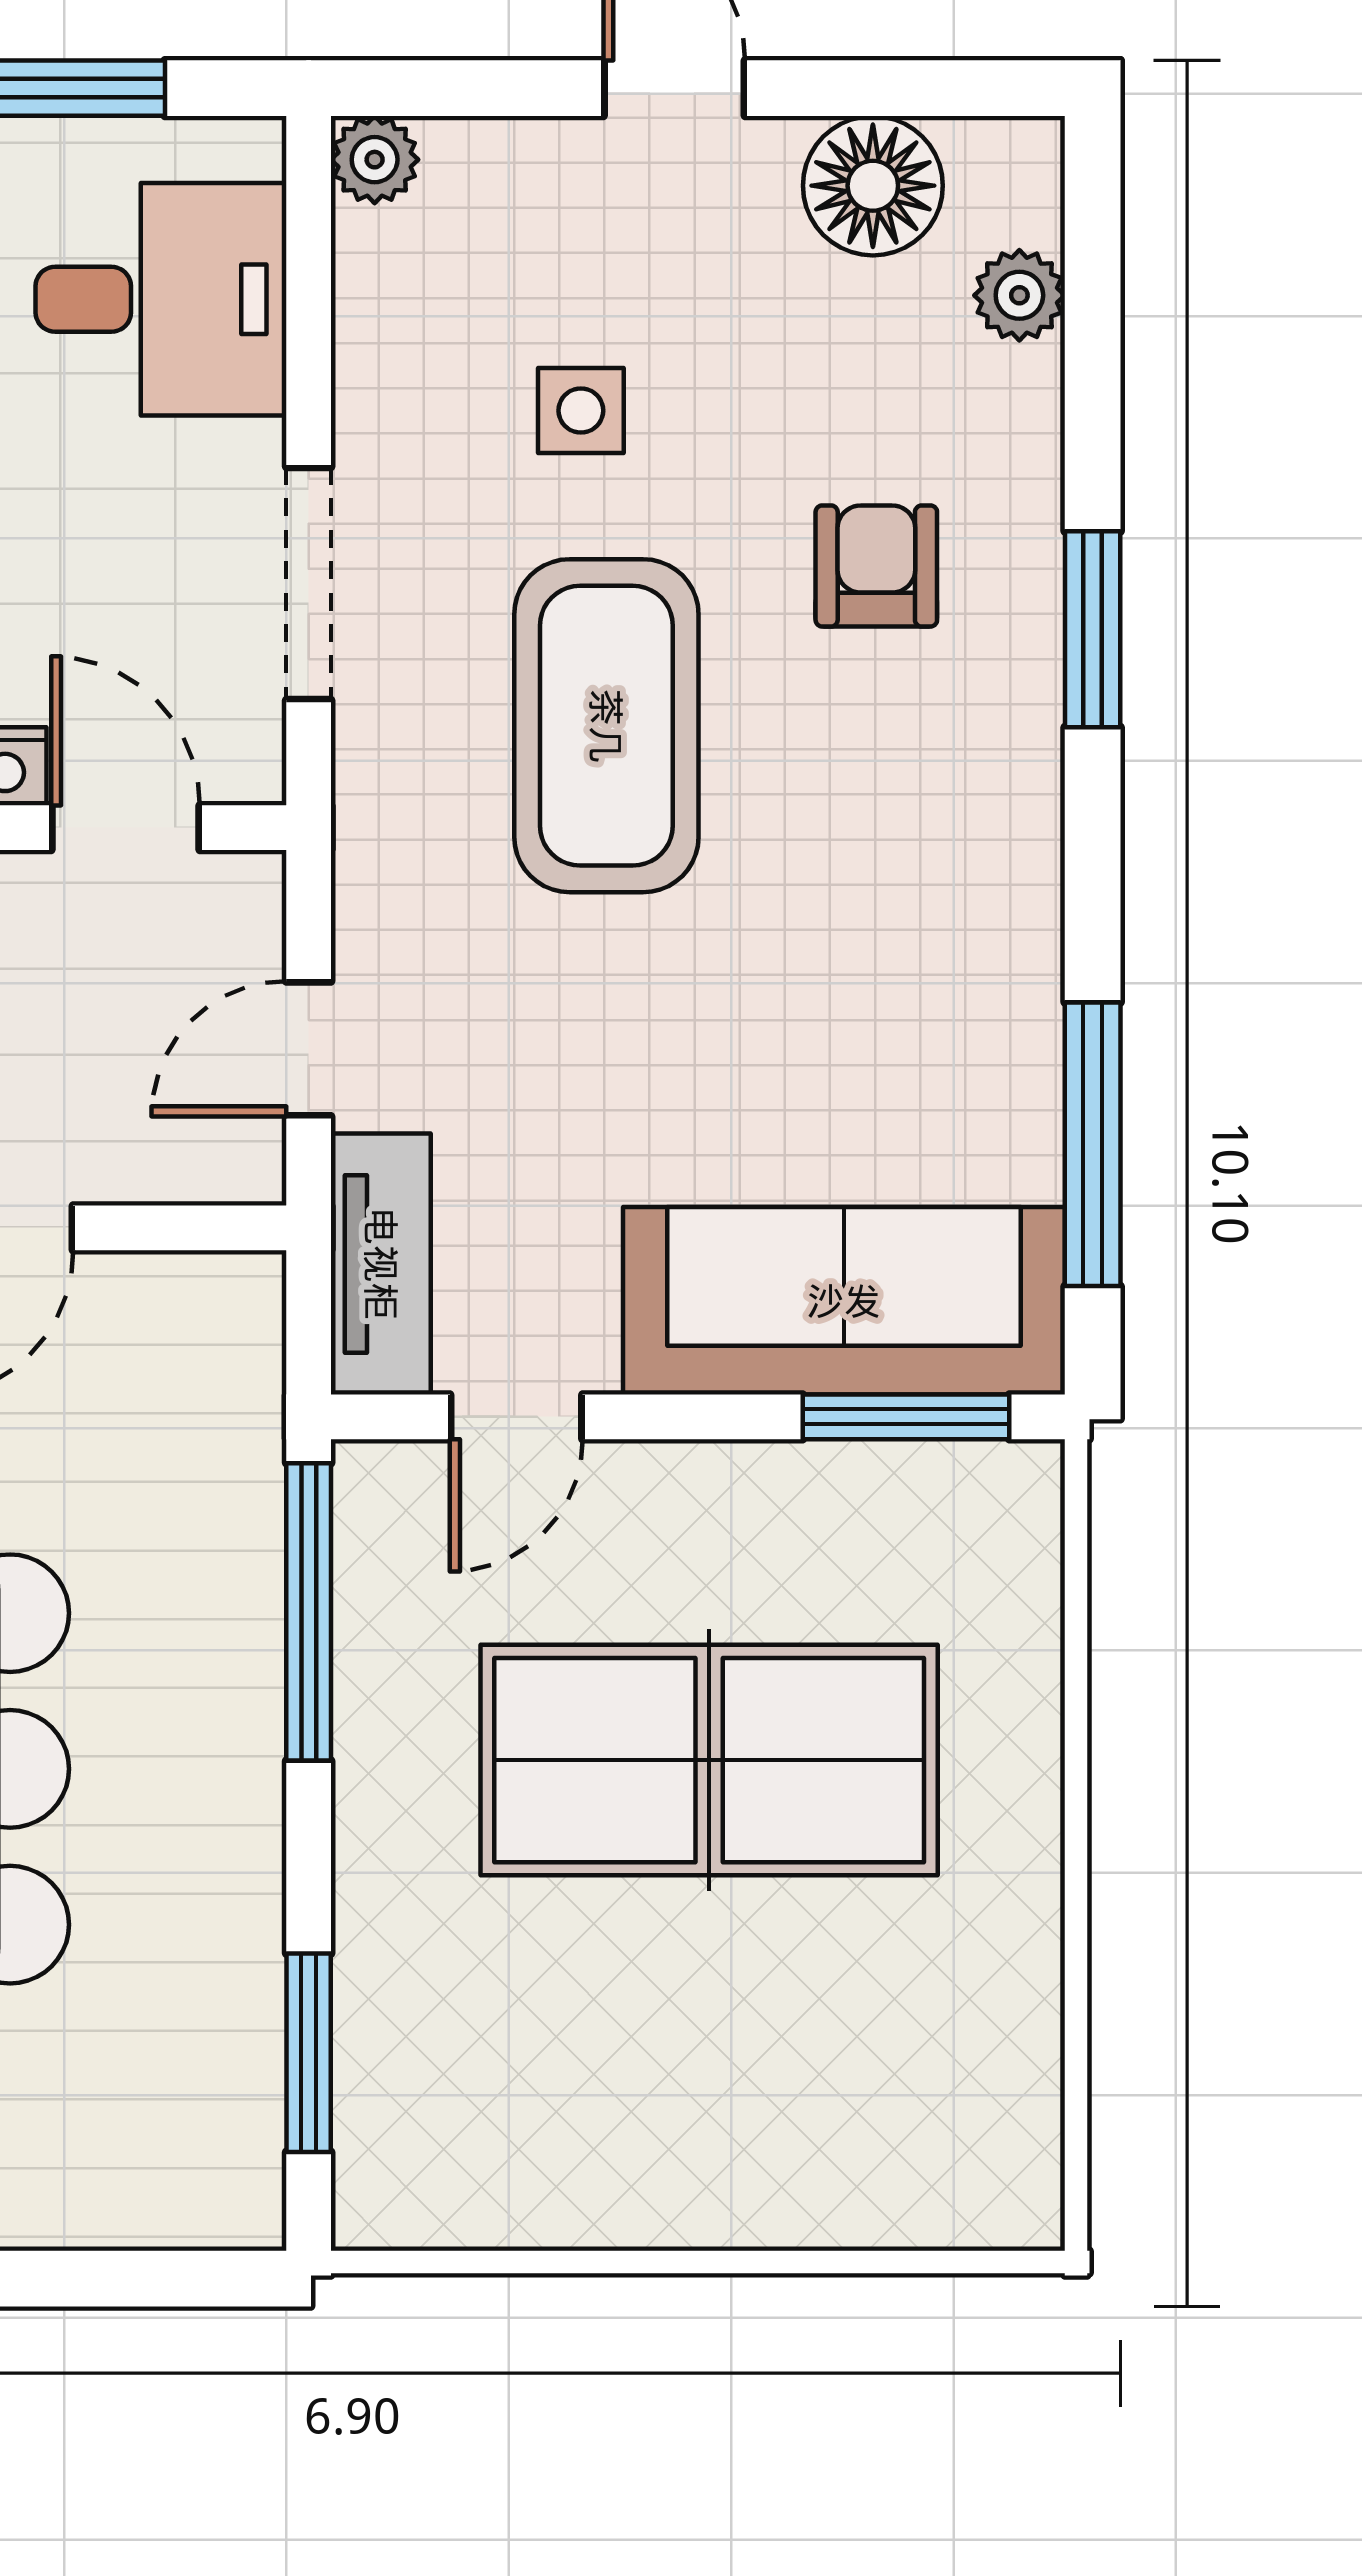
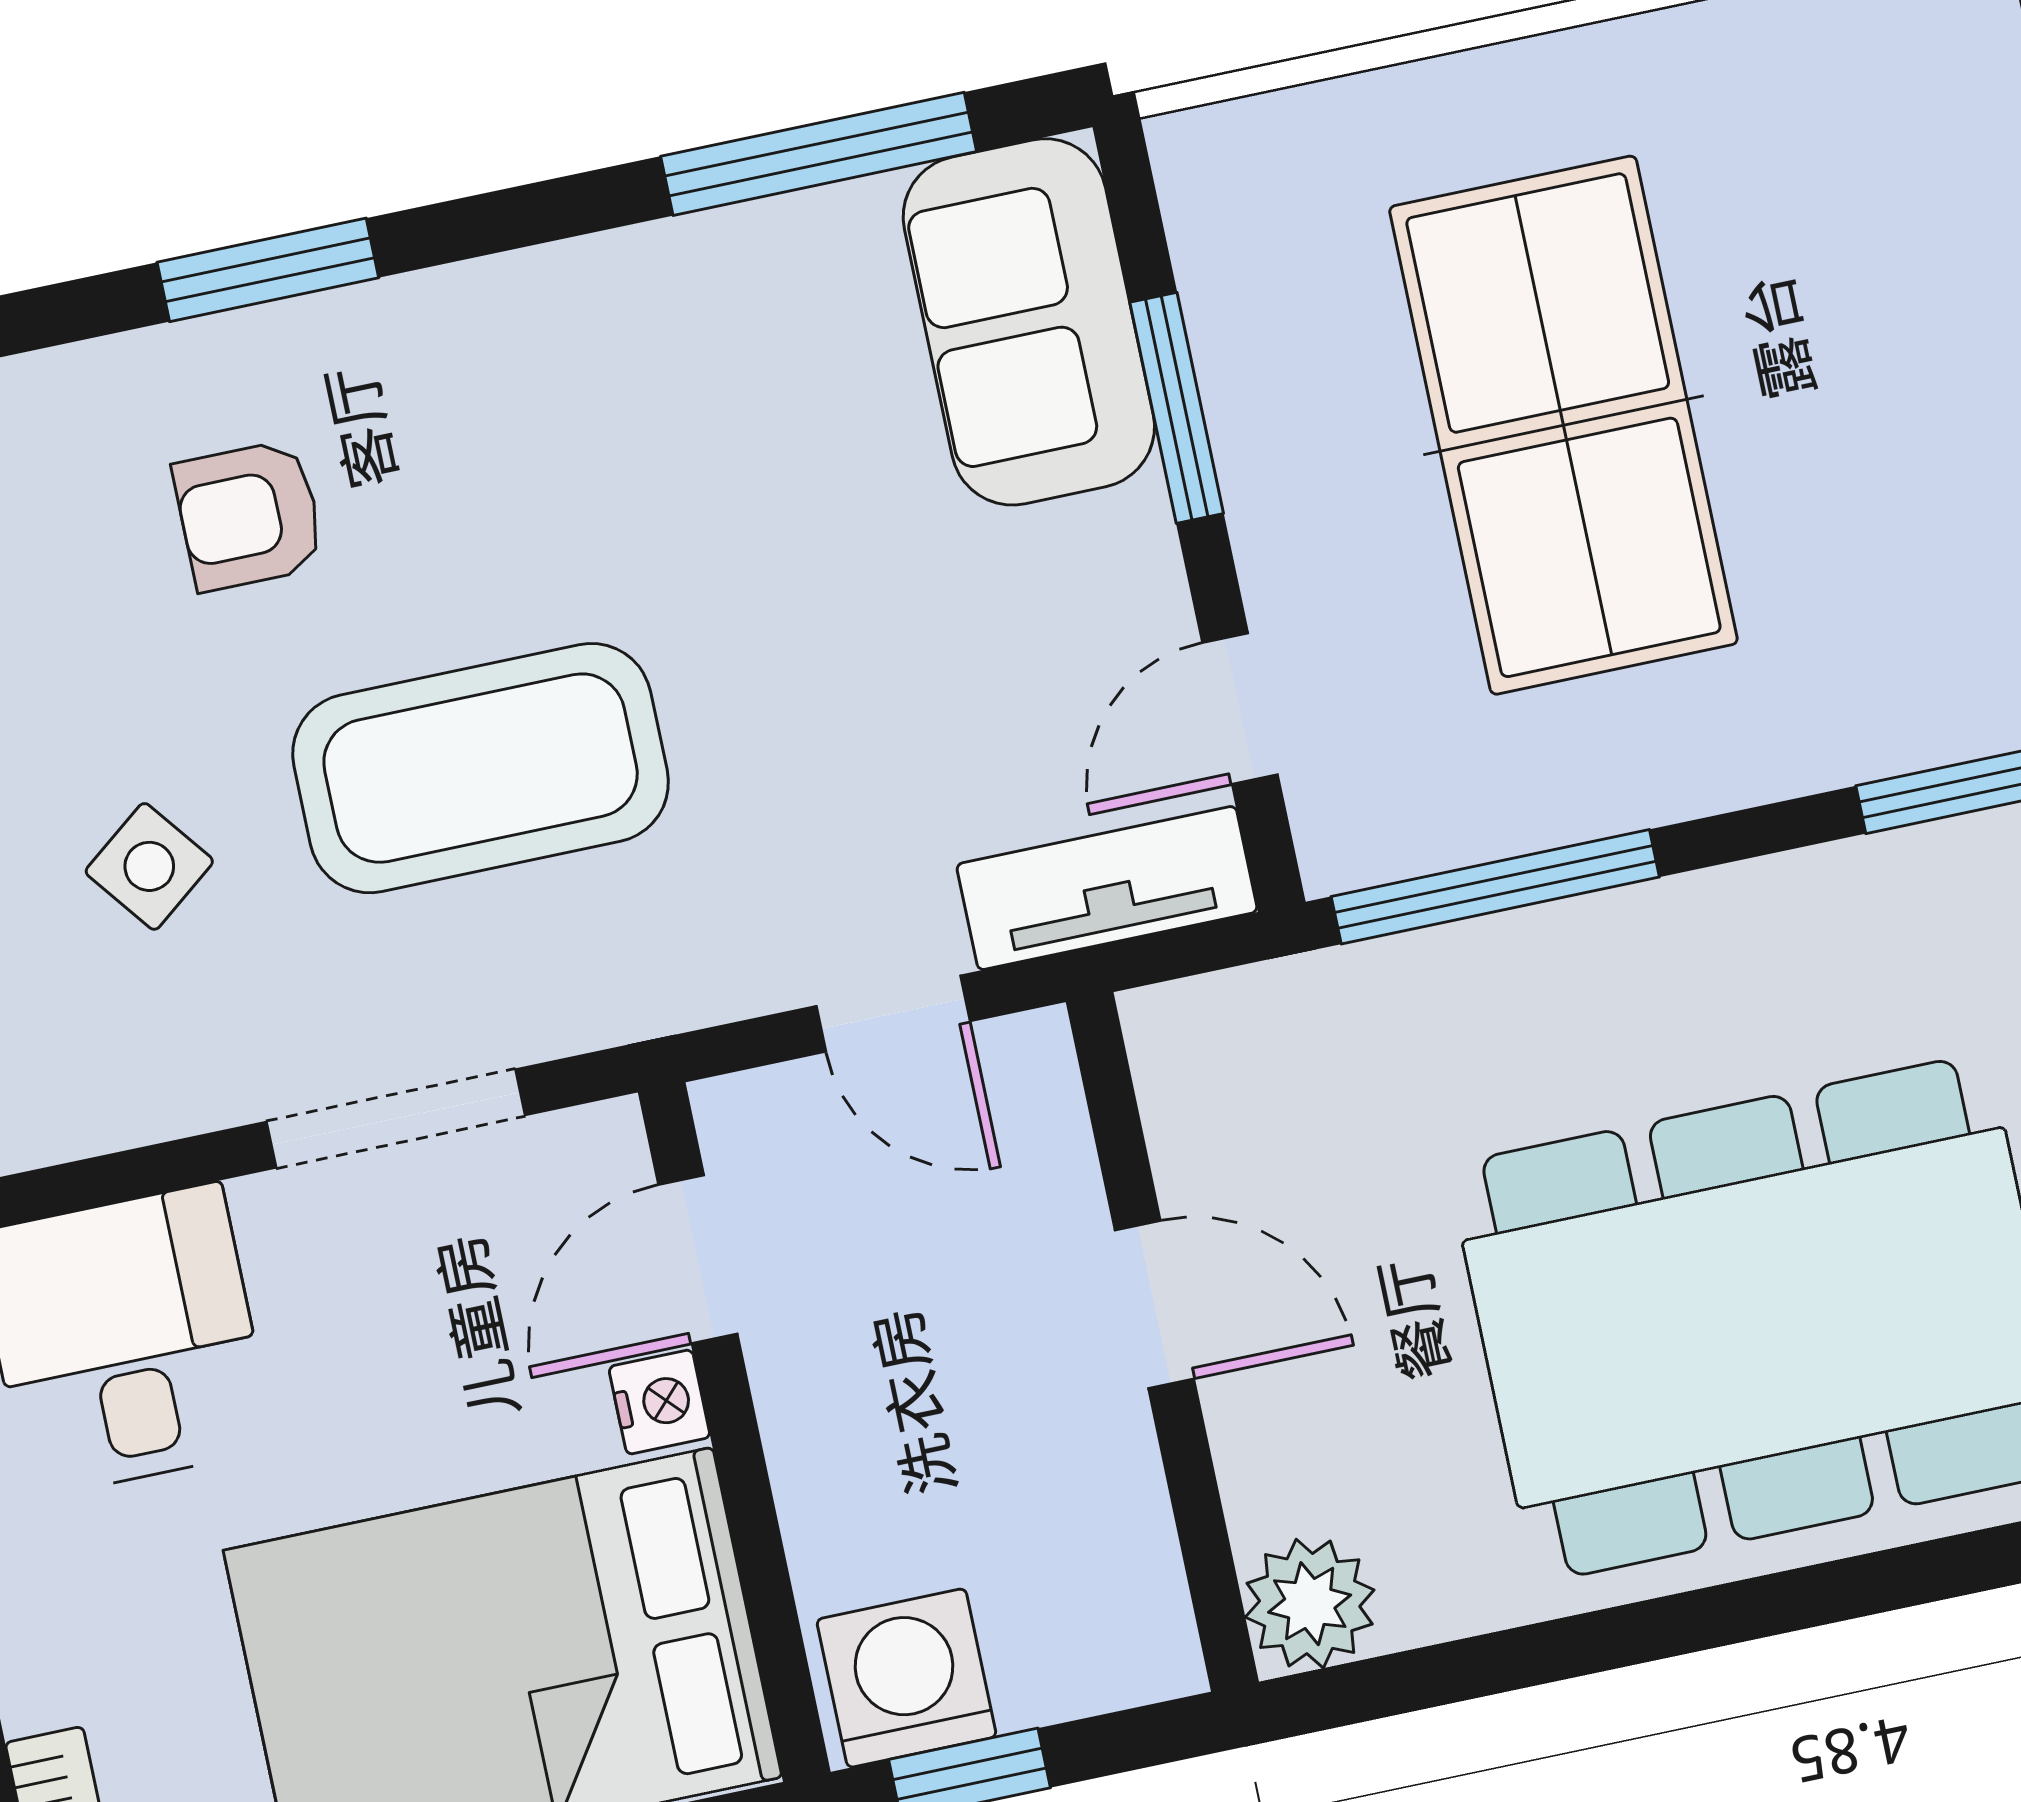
side table: (581, 411) -> (149, 866), turned -38
sofa: (844, 1301) -> (1029, 322), width x0.73
door: (516, 1417) -> (1240, 709), swing flipped
window: (906, 1417) -> (1177, 408), moved

